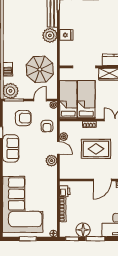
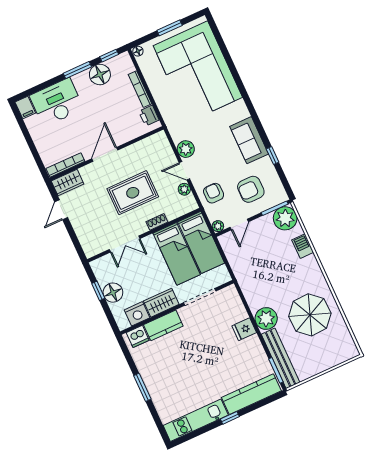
parasol: (40, 69) -> (310, 315), moved

